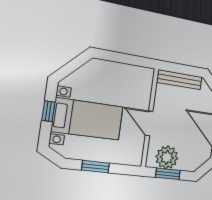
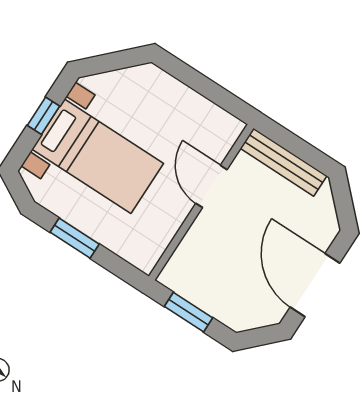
door: (149, 123) -> (211, 186), moved
plant: (167, 157) -> (200, 283), removed

